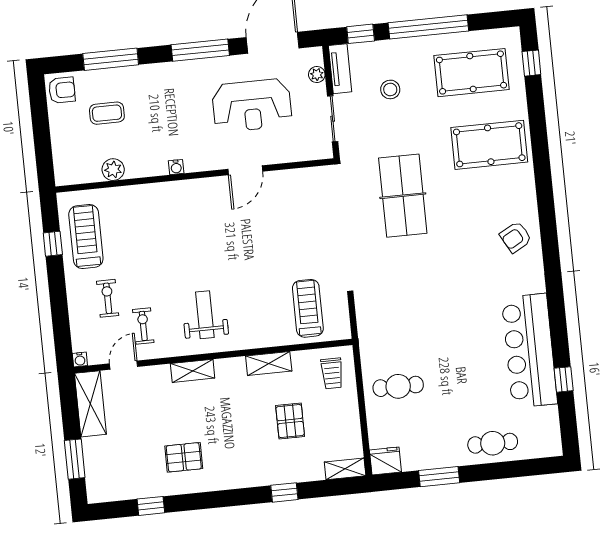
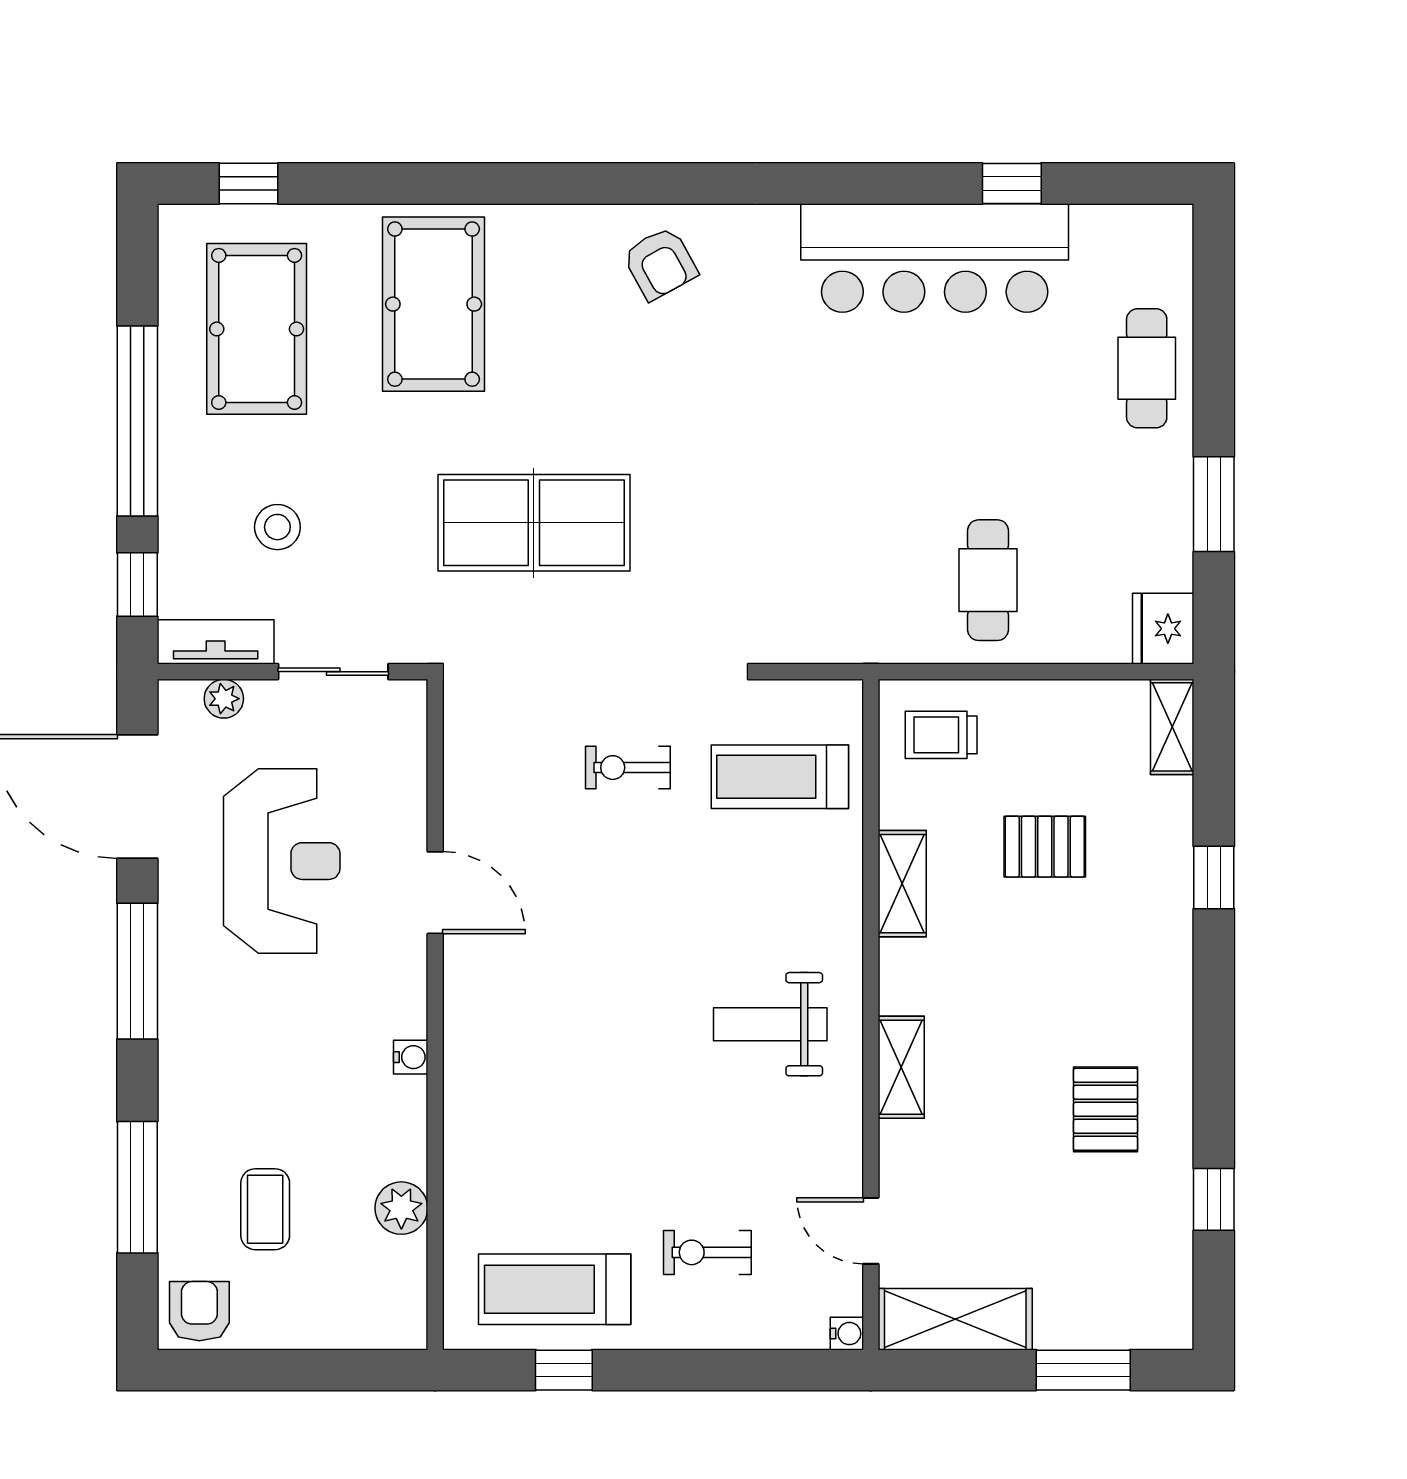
exercise bike: (143, 326) -> (628, 768), moved
trolley: (332, 373) -> (941, 735), turned 180

